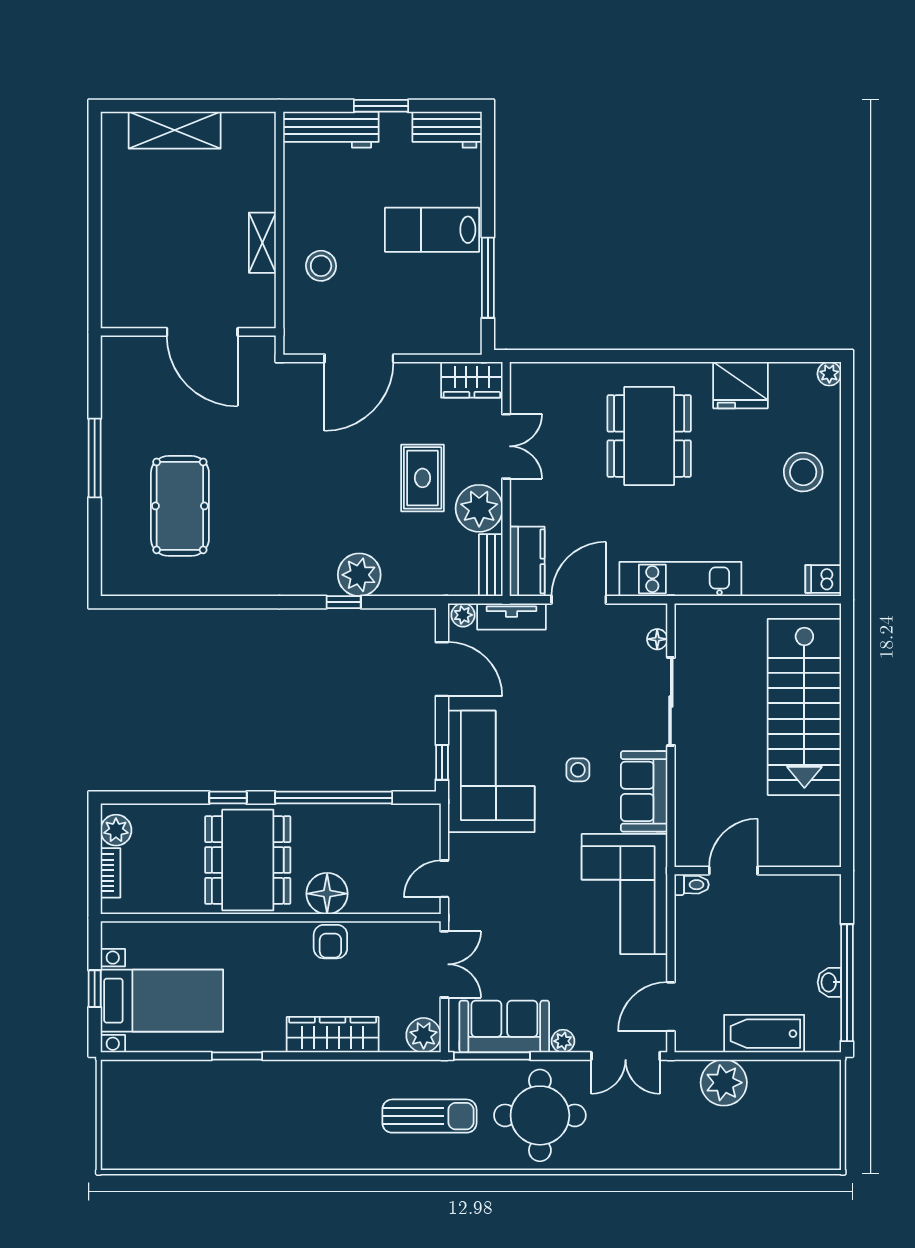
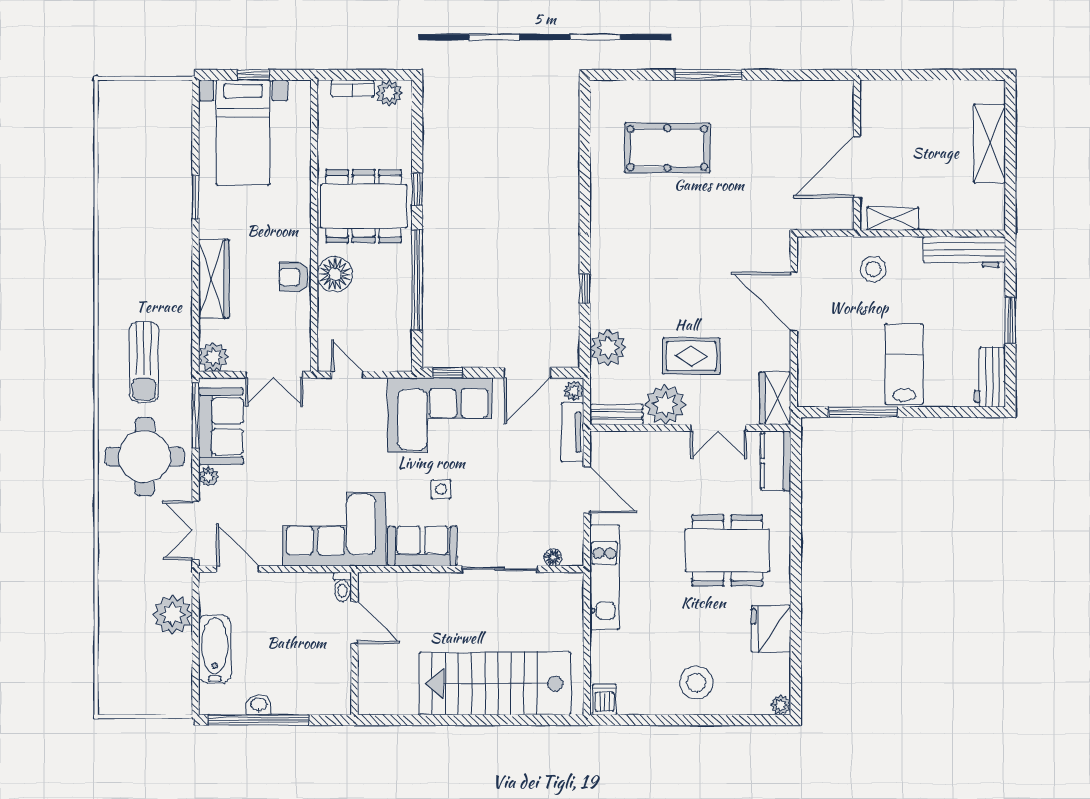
workbench: (331, 130) -> (964, 252), moved, turned -90
wall: (188, 332) -> (857, 155), moved
door: (202, 332) -> (857, 167), moved
kitchen counter: (527, 561) -> (776, 461), moved, turned 90
plant: (359, 575) -> (608, 348), moved

